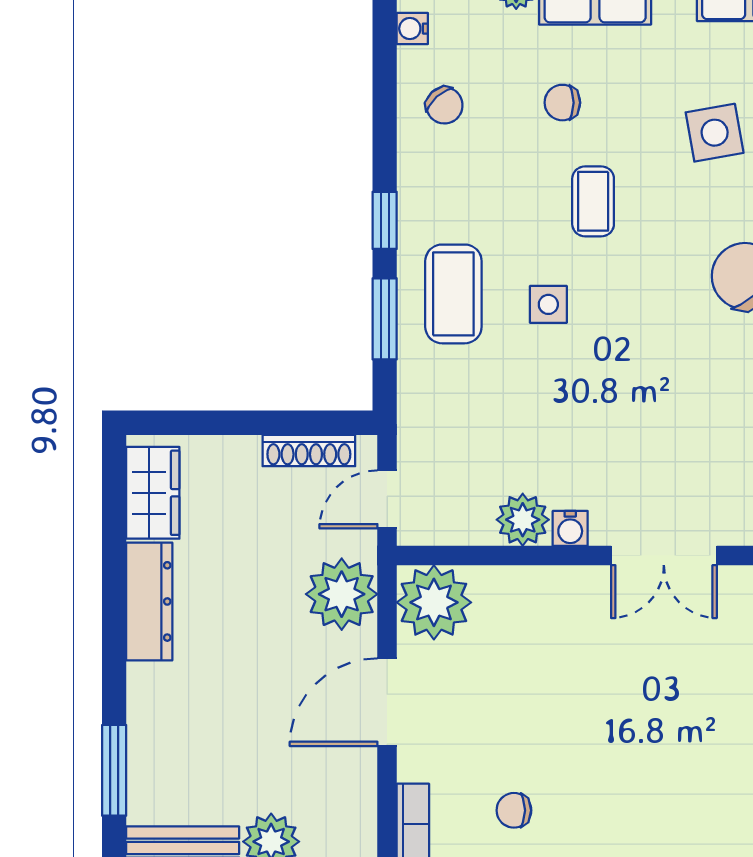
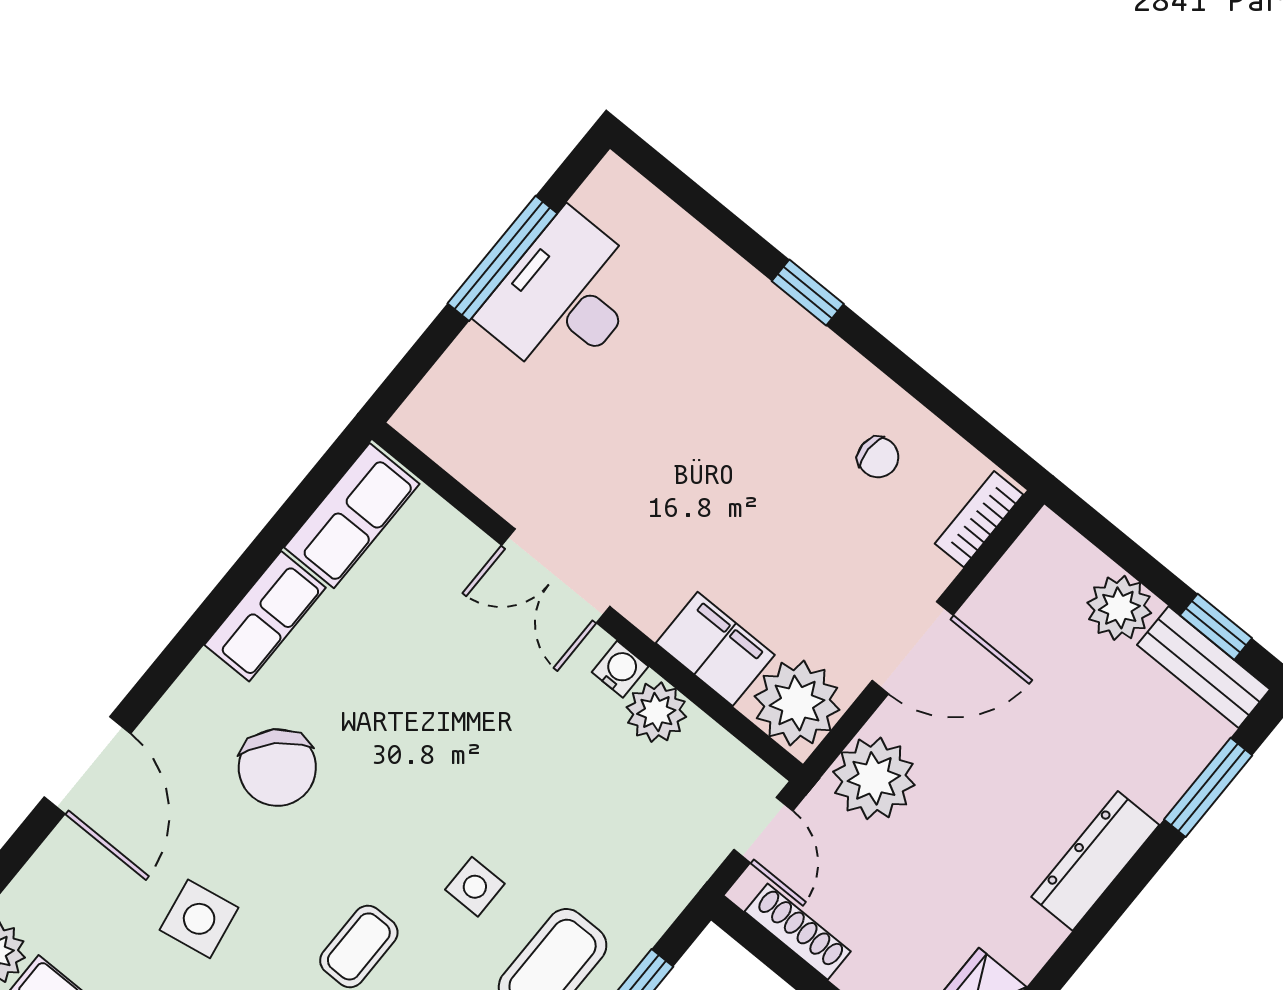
door: (387, 499) -> (763, 830), hinge flipped
double door: (664, 556) -> (556, 576), swing flipped
filing cabinet: (518, 594) -> (715, 649), added
dresser: (149, 601) -> (1095, 861), moved

